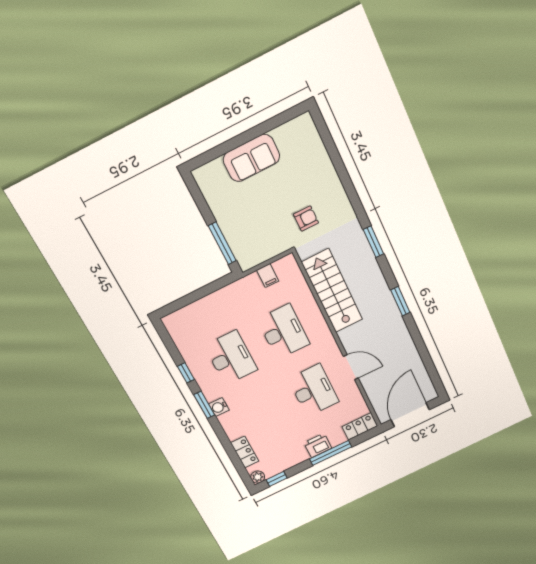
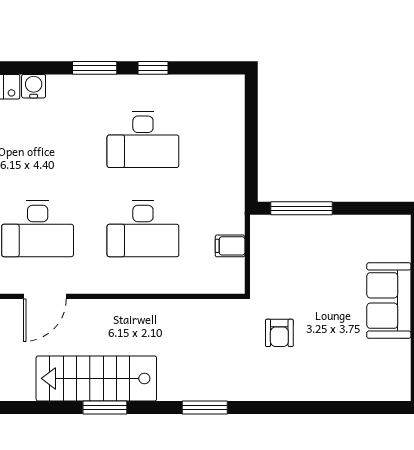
stairs: (332, 291) -> (96, 378), moved, turned 180
water cooler: (219, 407) -> (34, 86), moved

